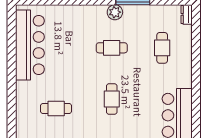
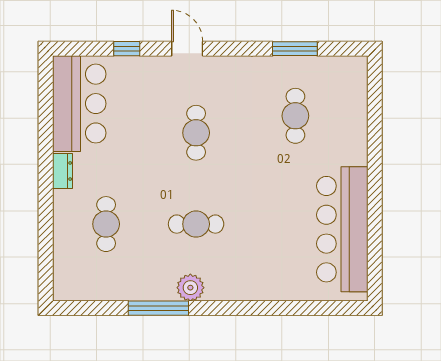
dresser: (187, 14) -> (62, 171), moved
cafe table: (56, 108) -> (295, 116), turned 90

